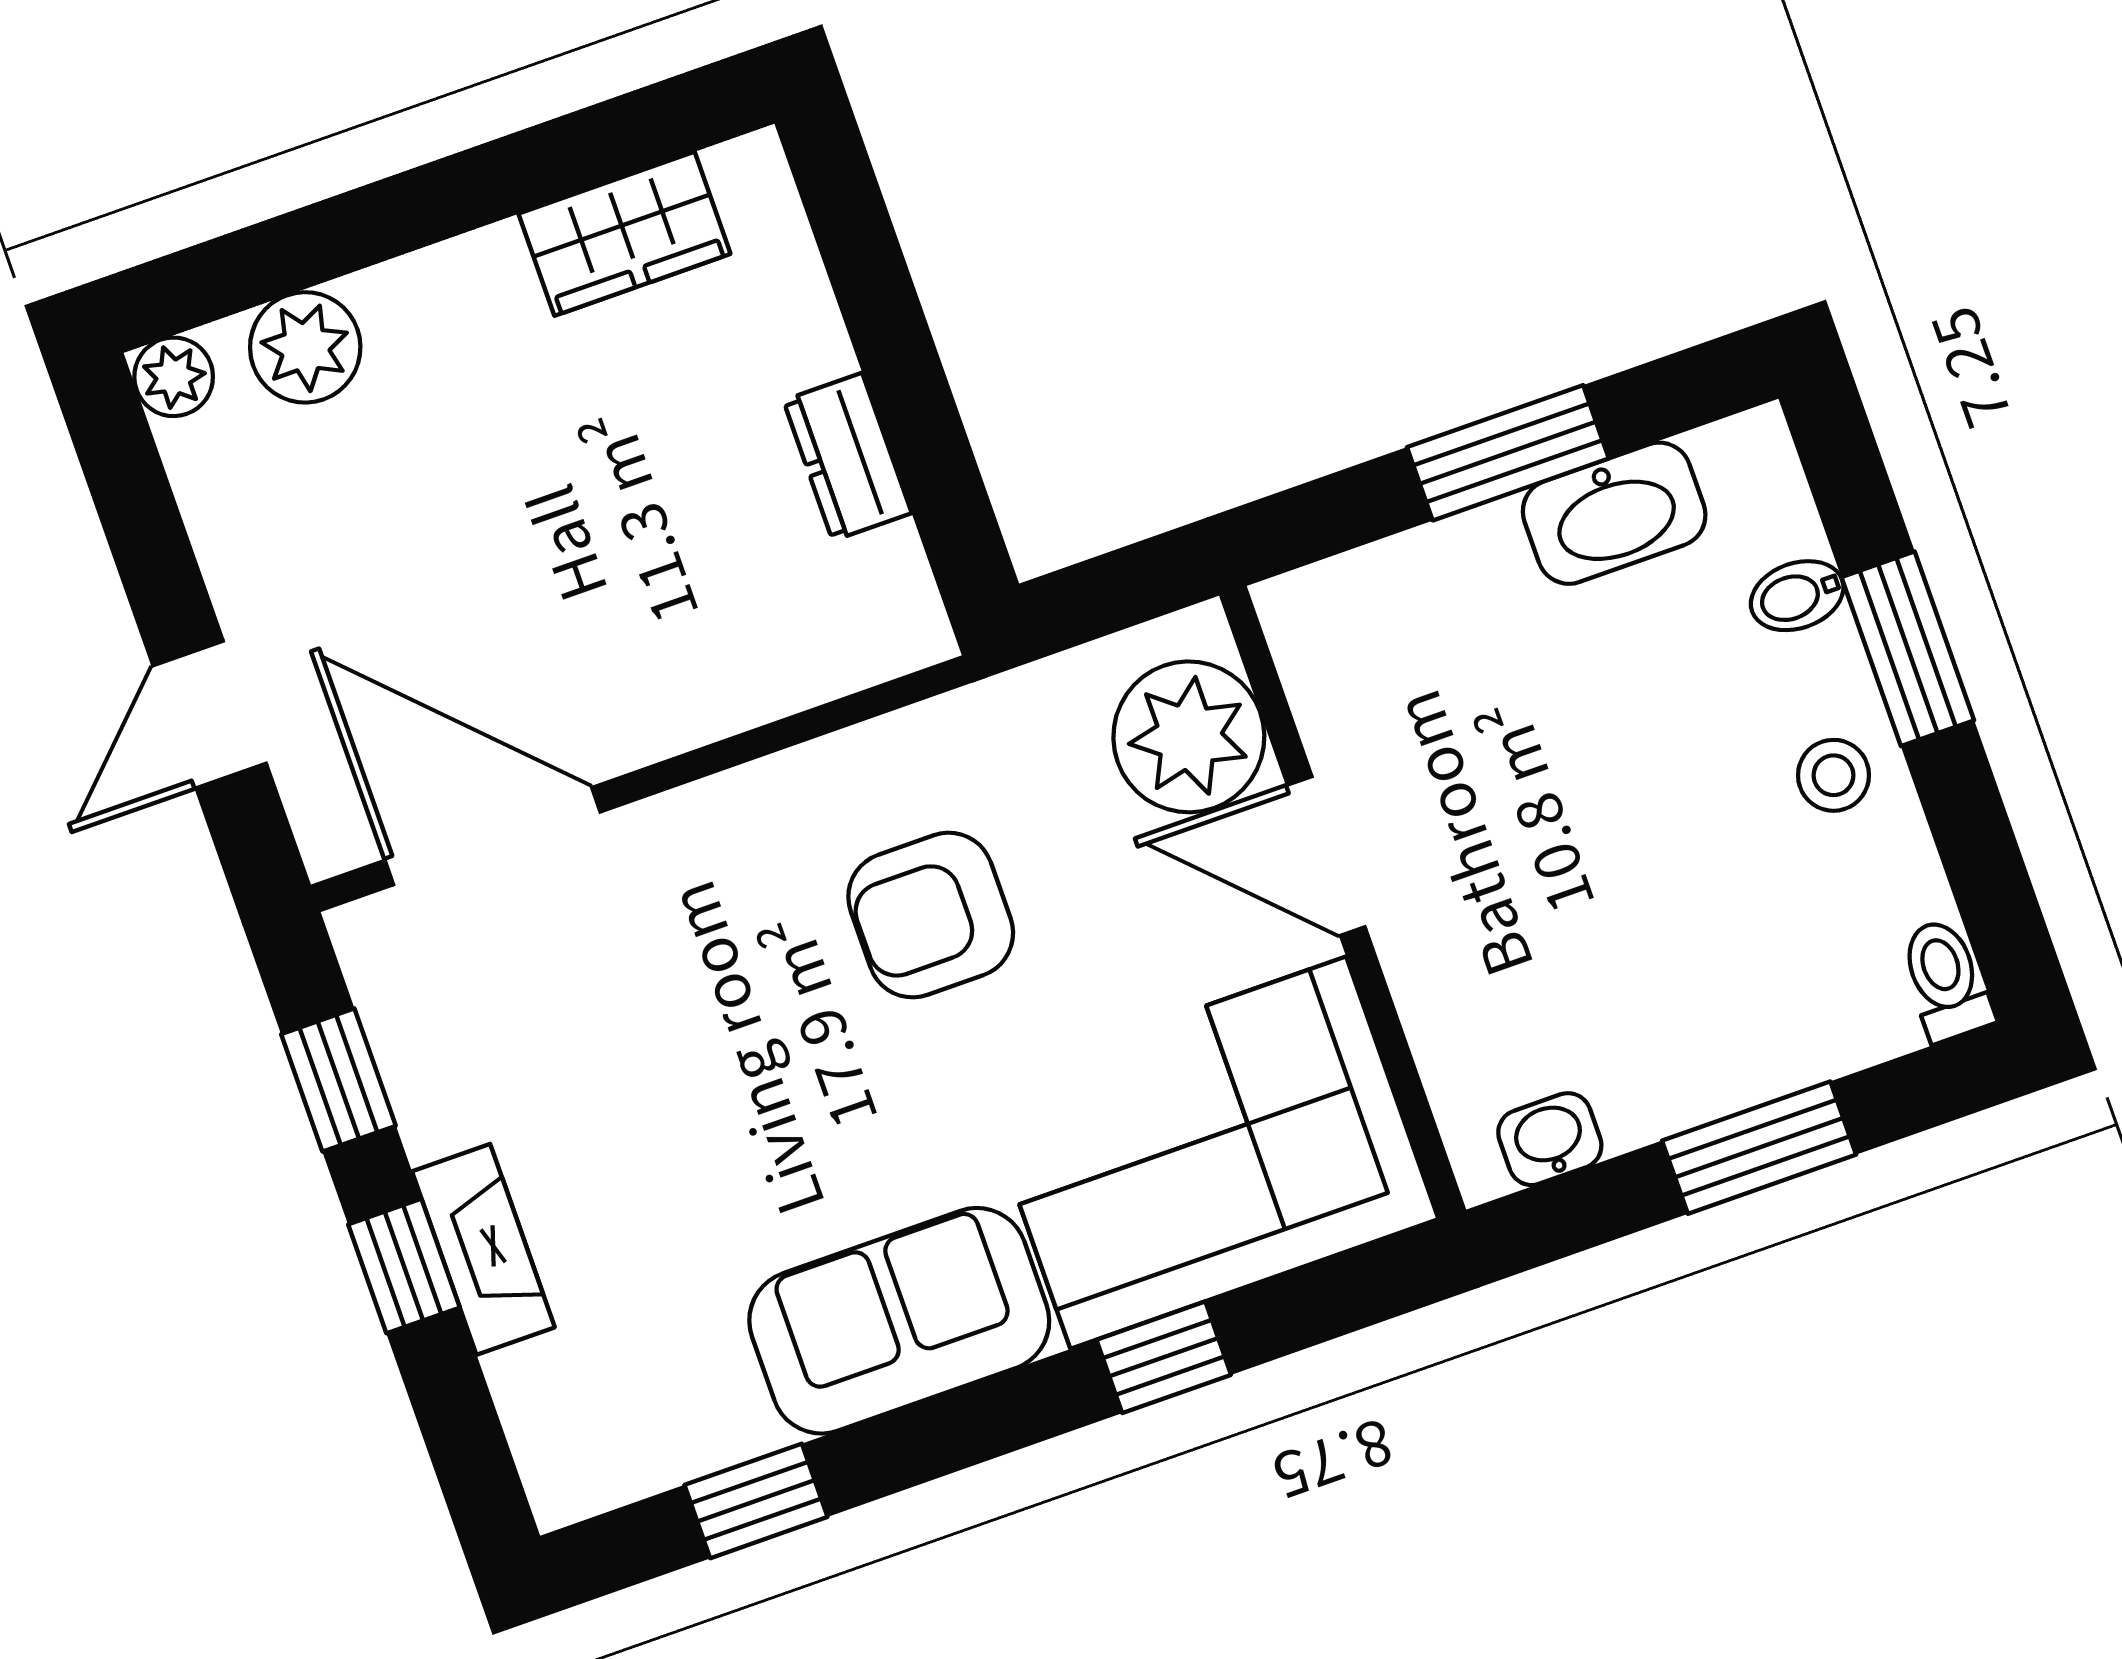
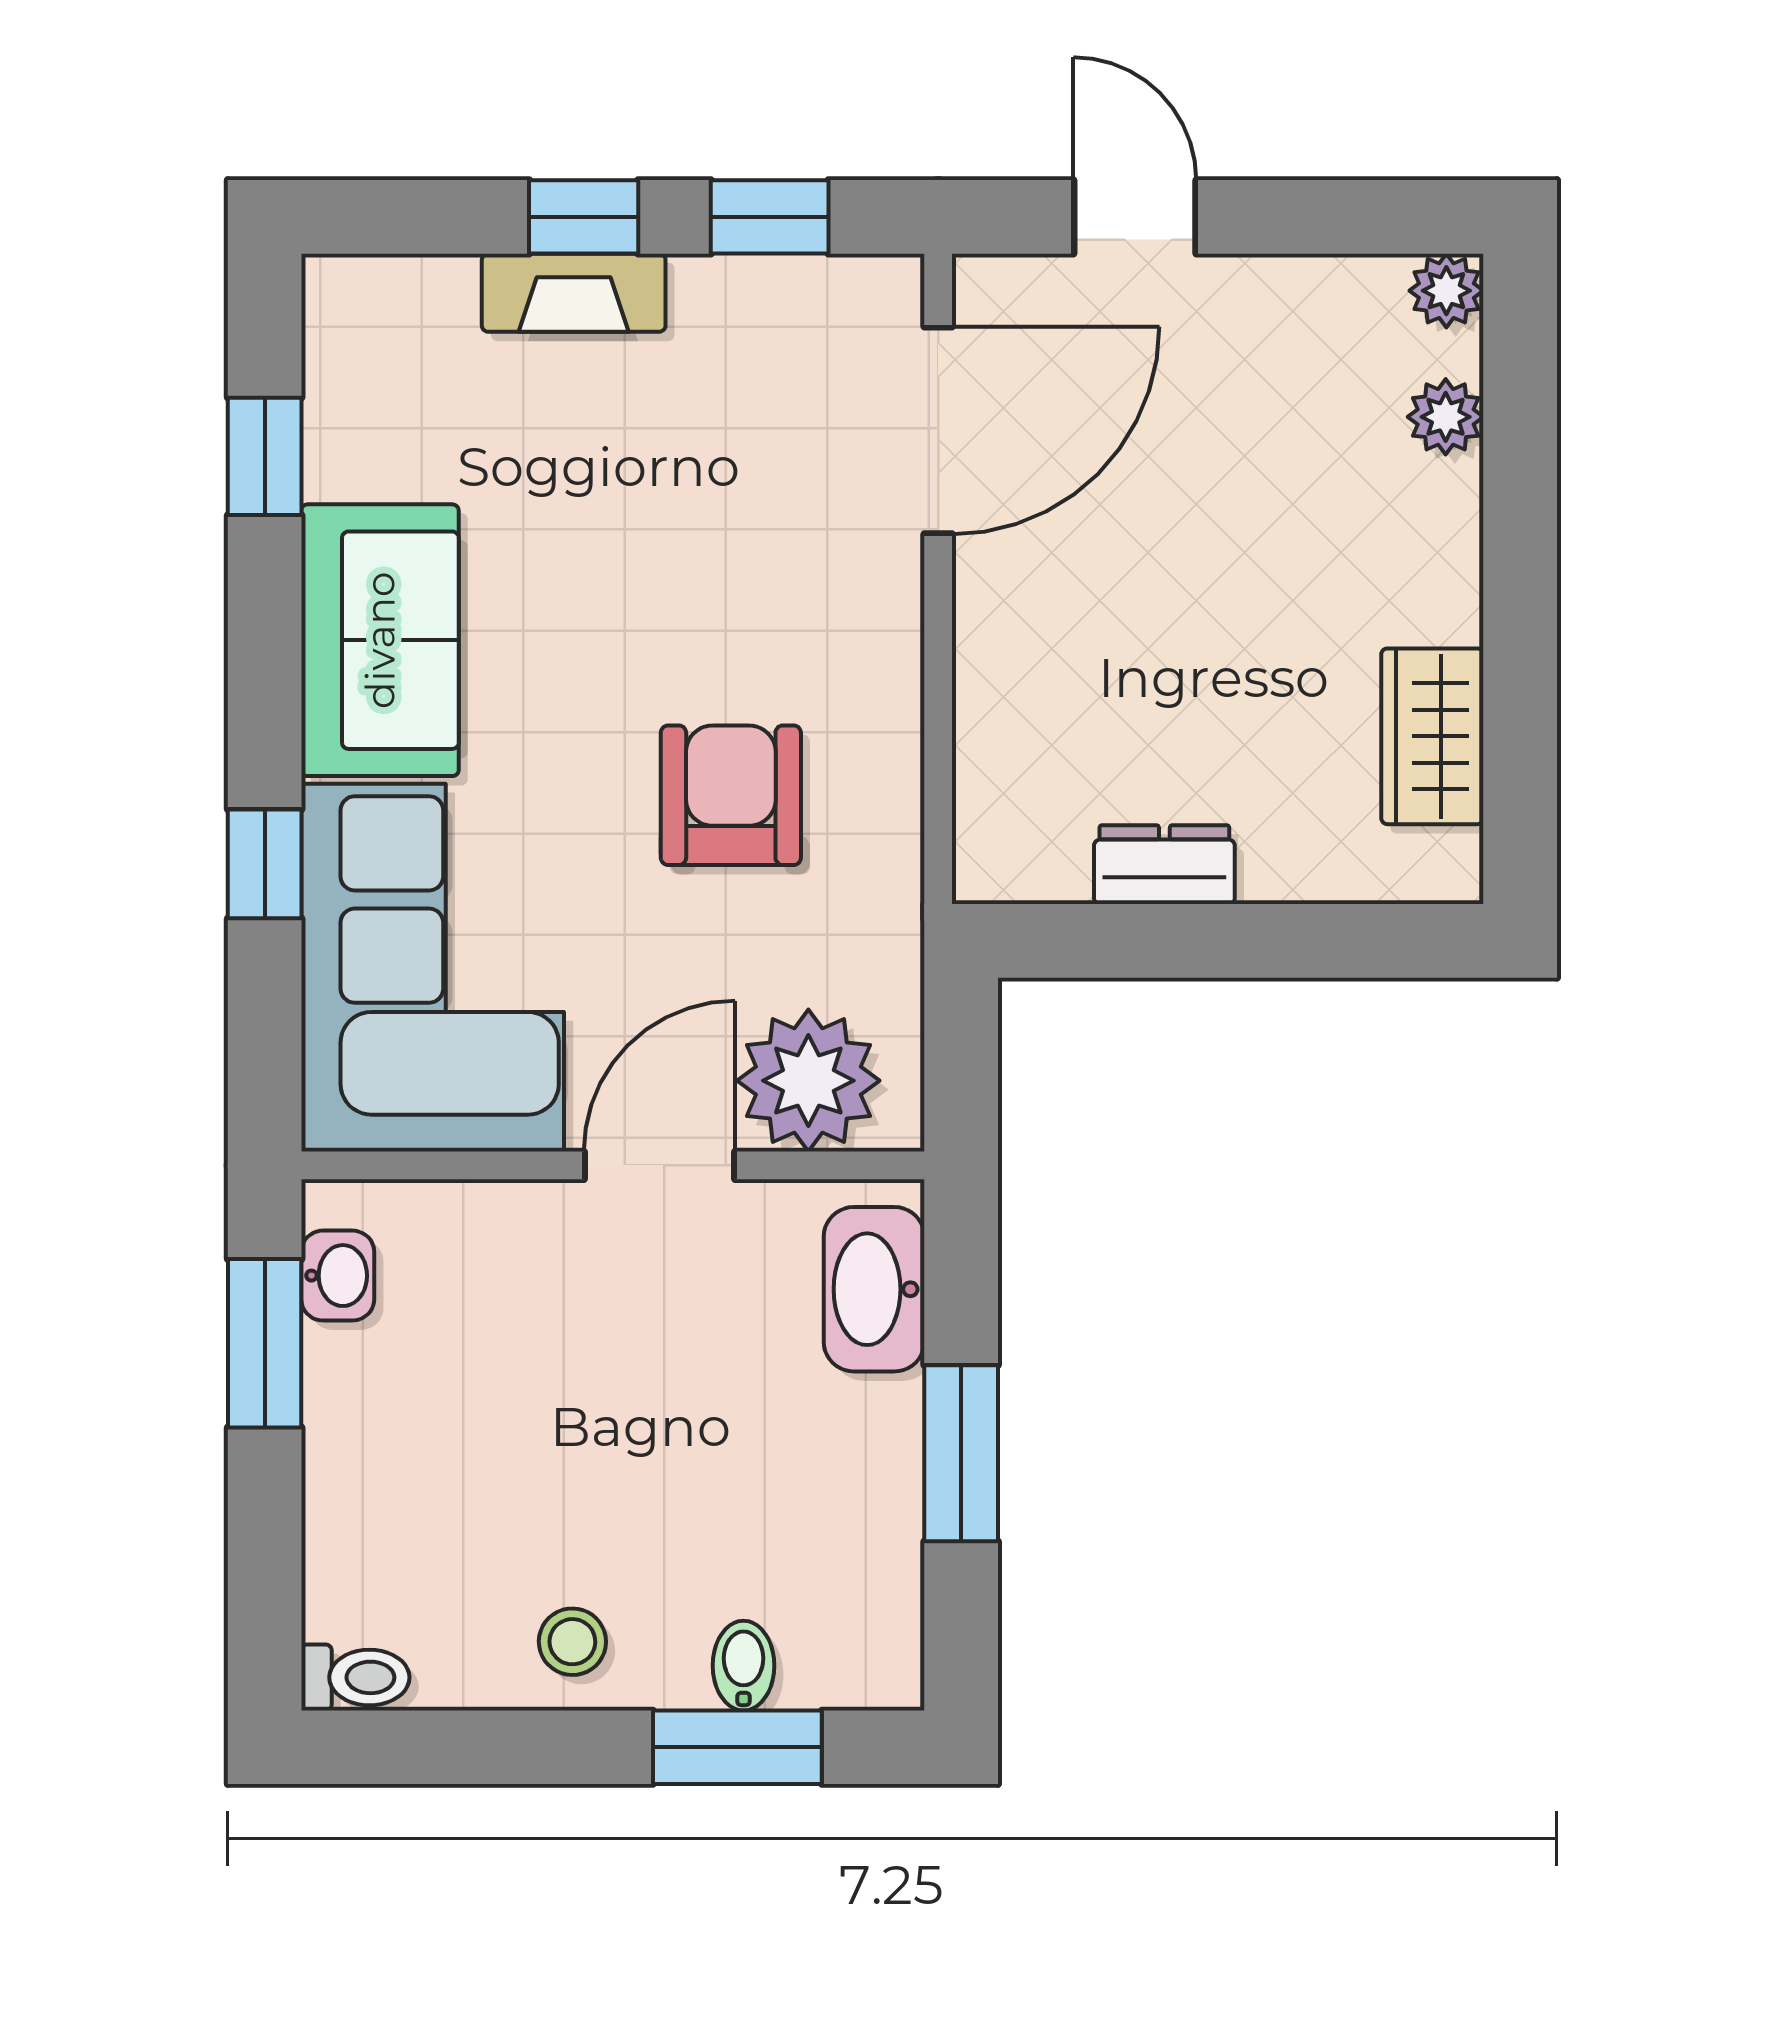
plant: (305, 347) -> (1446, 417), width x0.73, depth x0.73
washbasin: (1614, 513) -> (874, 1289), moved
window: (1908, 649) -> (737, 1747), moved
window: (1759, 1148) -> (265, 1343), moved

